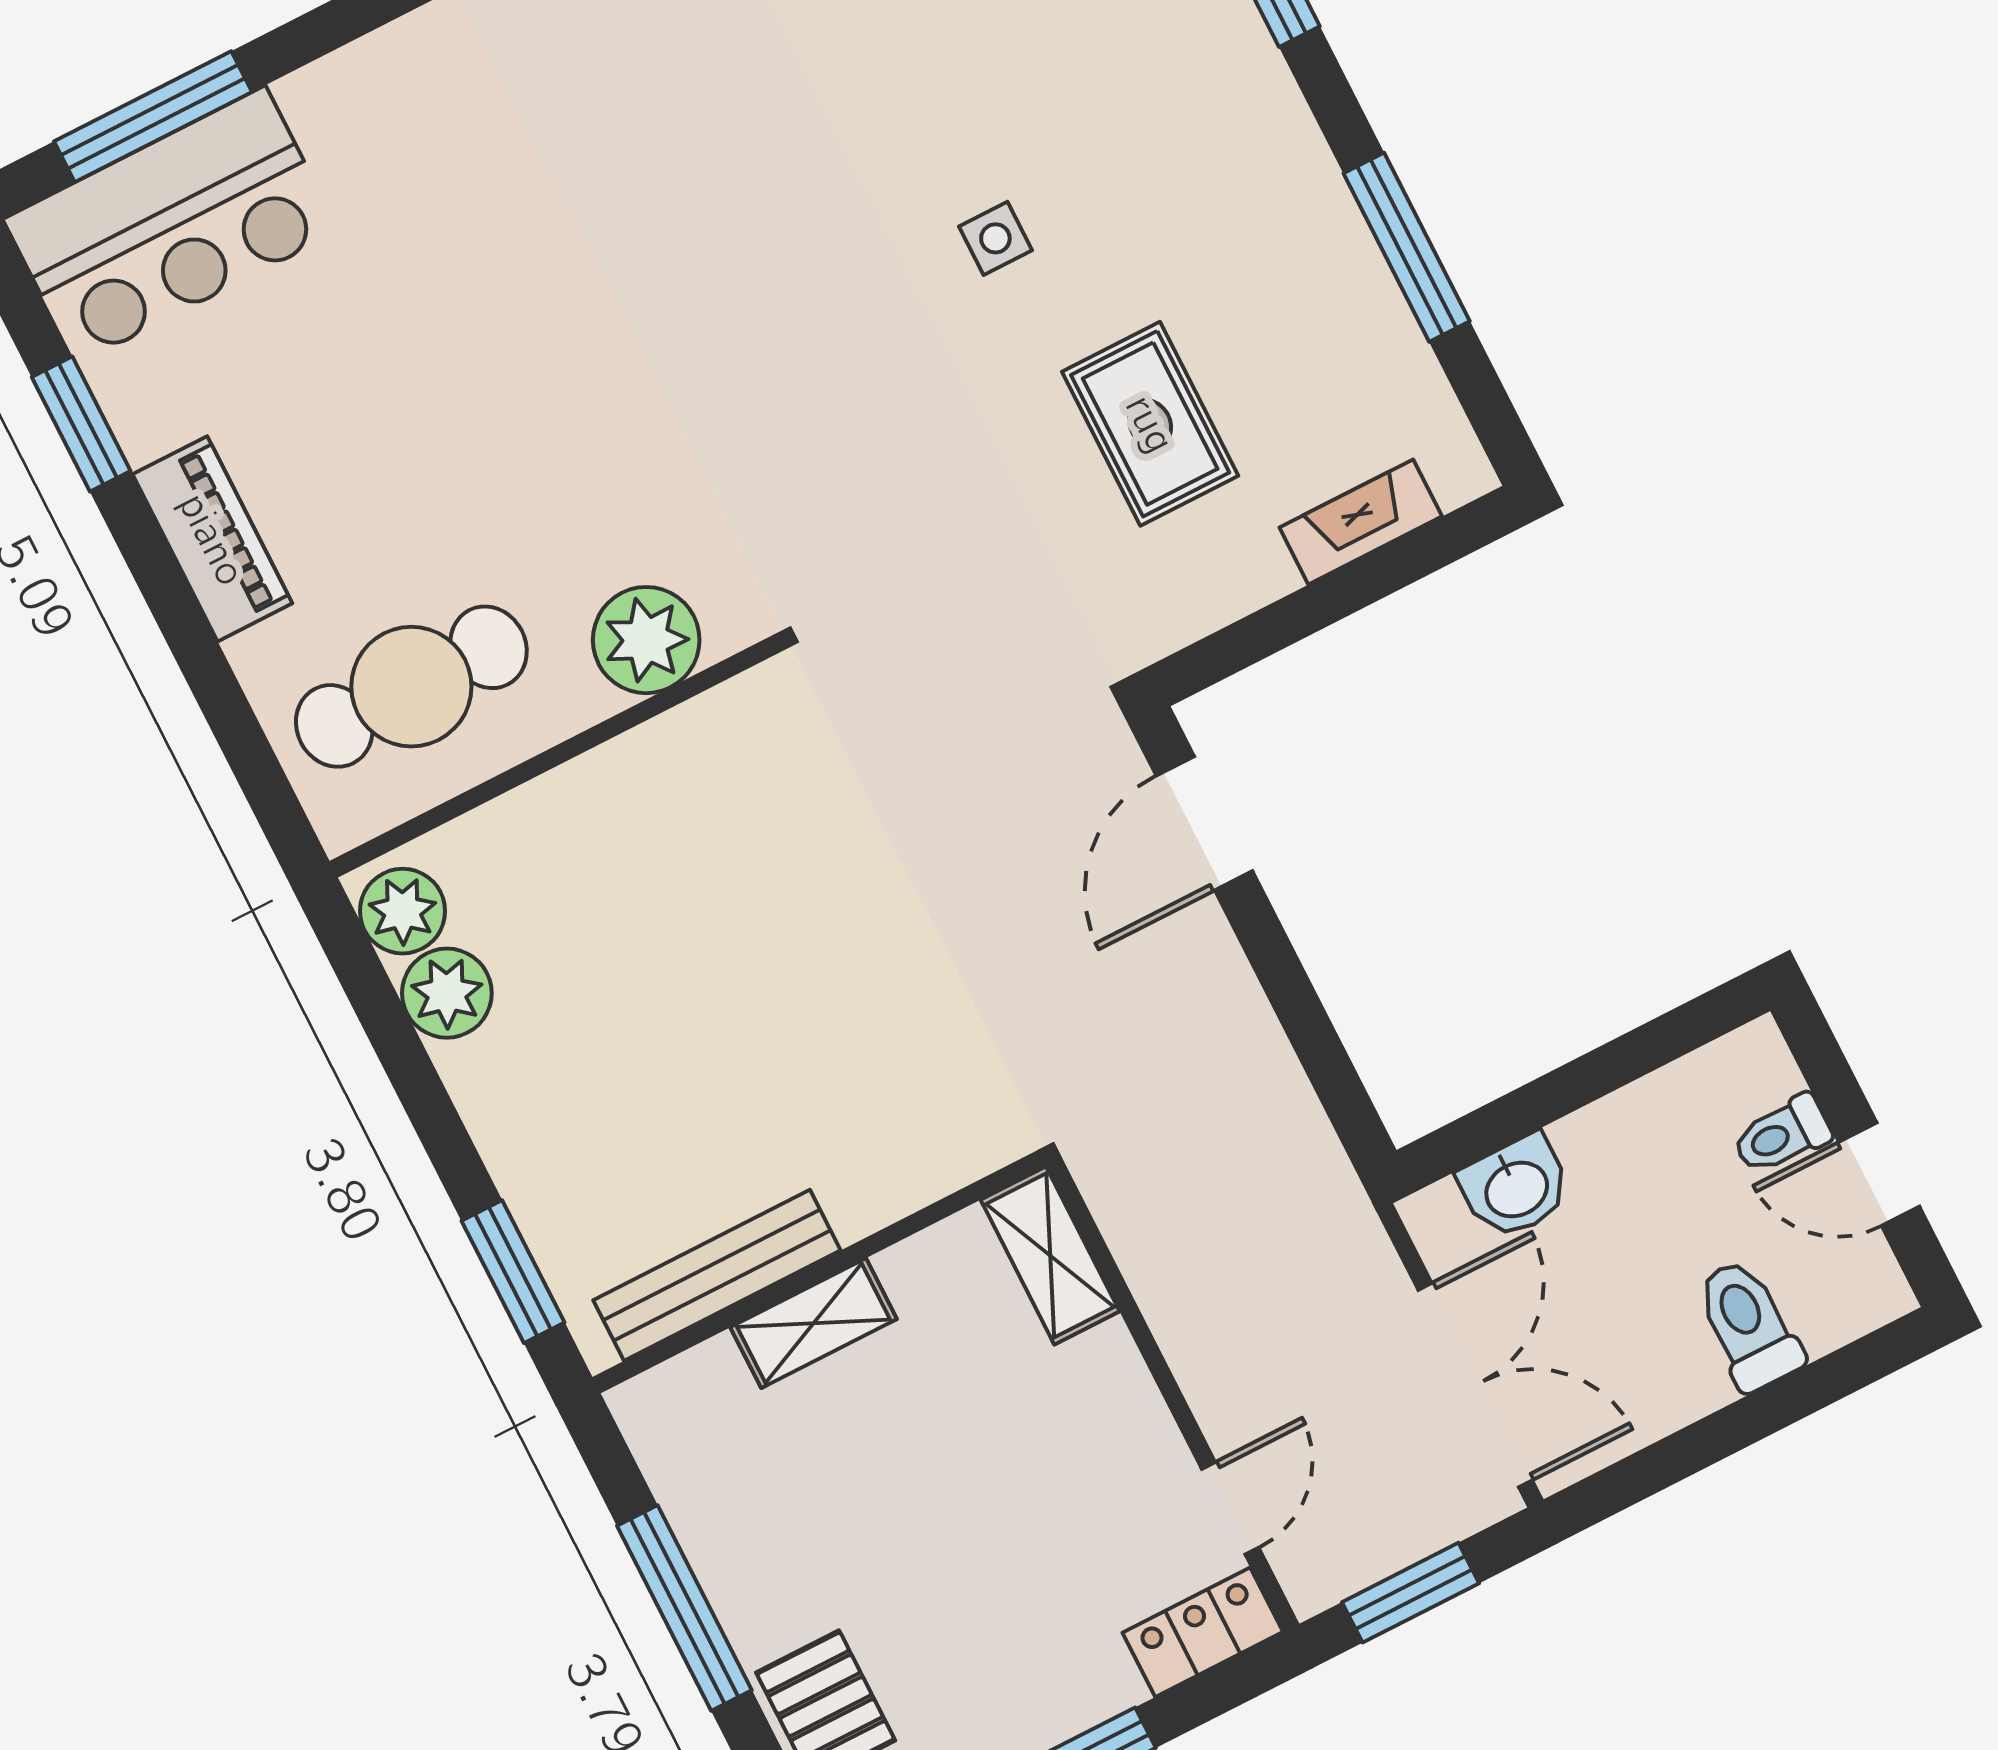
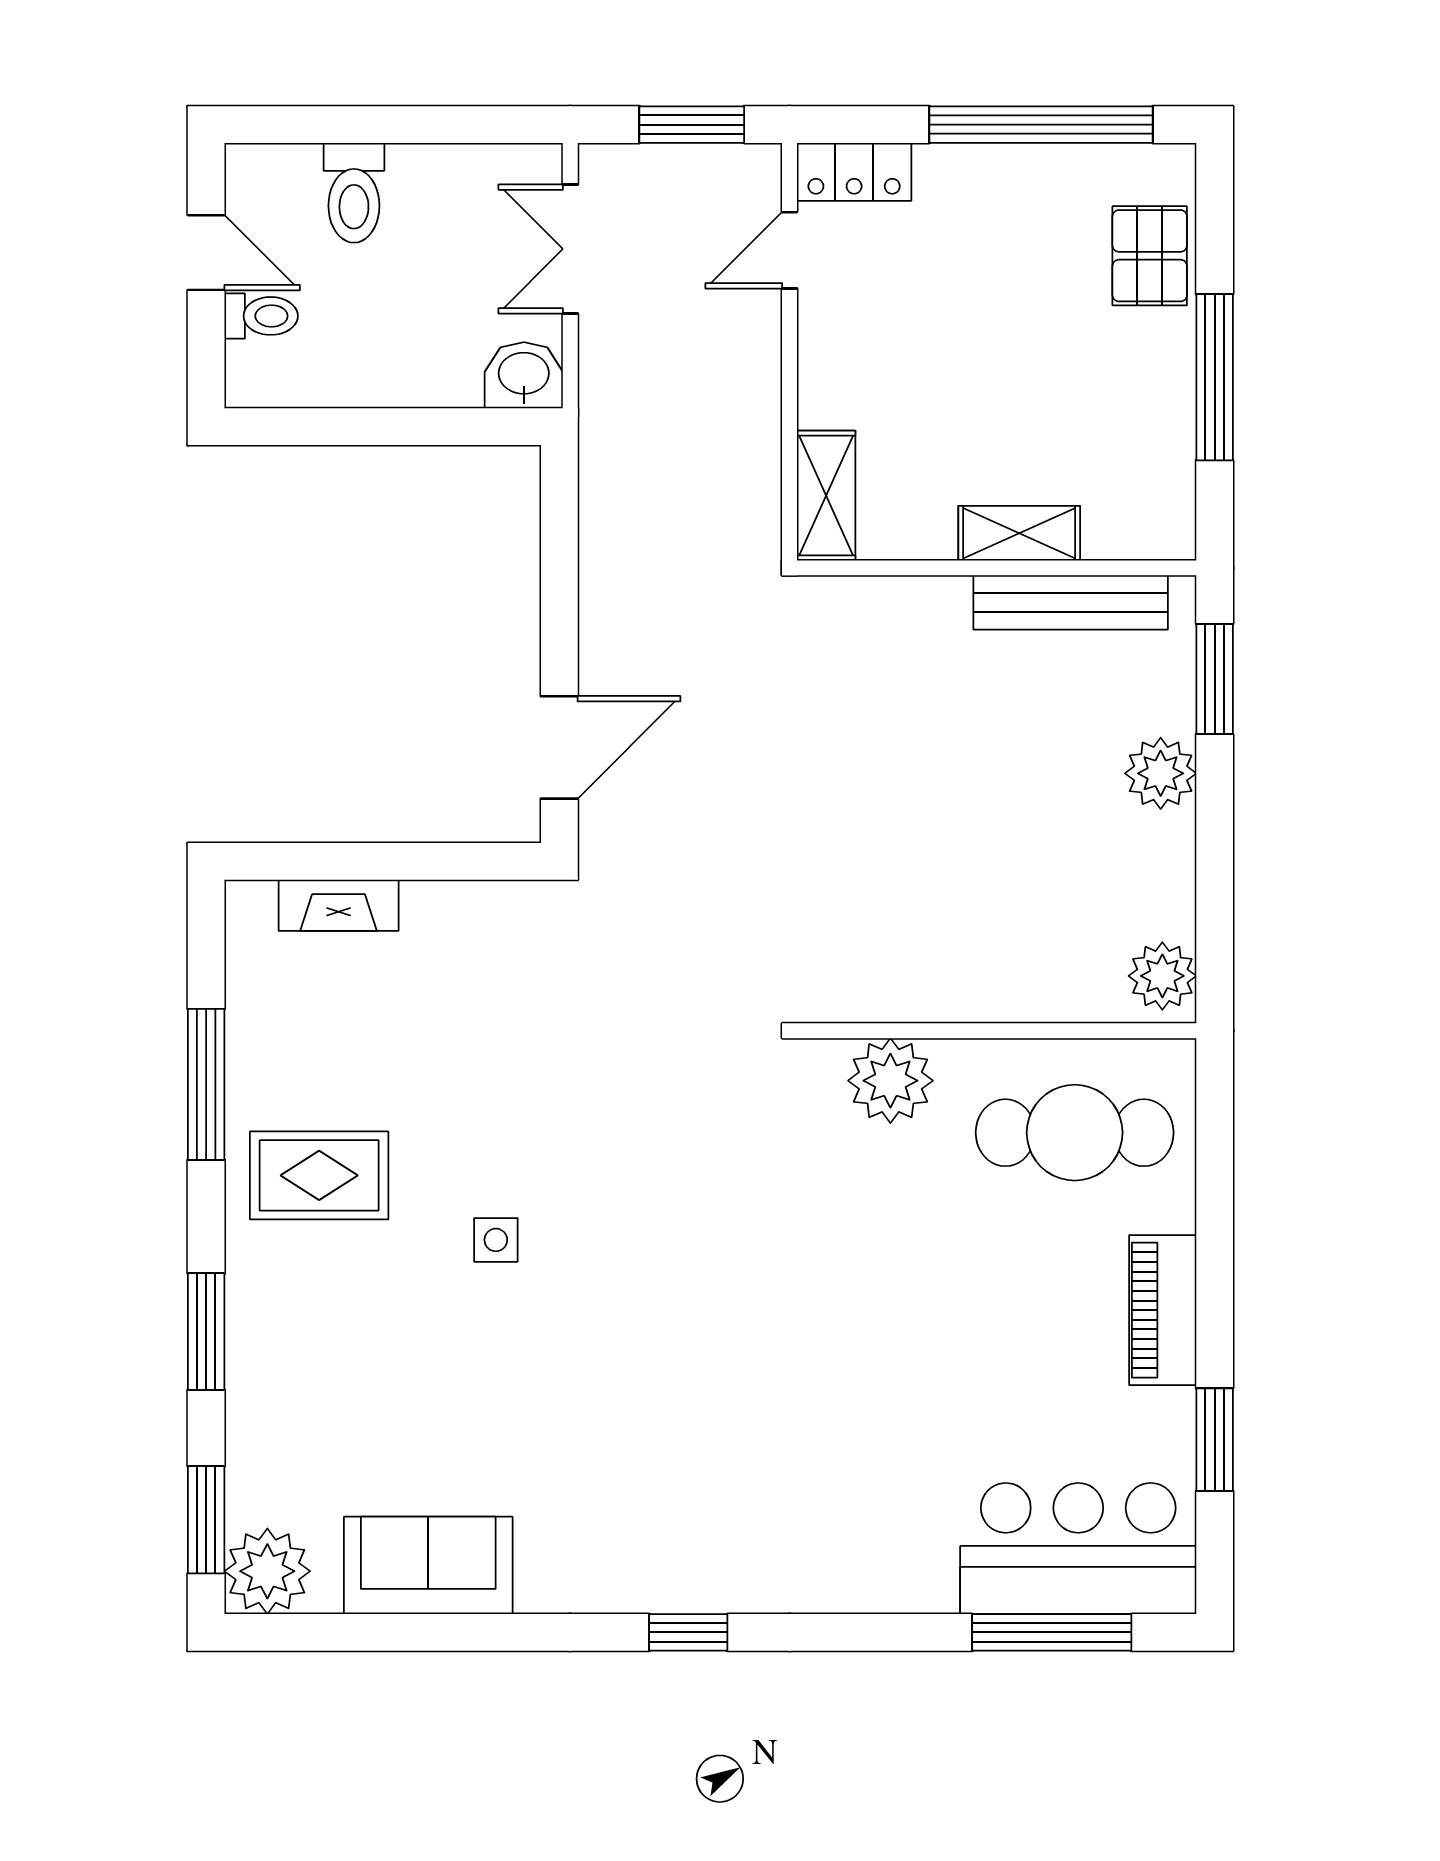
rug: (1150, 424) -> (319, 1175), moved, turned 90
plant: (447, 993) -> (1161, 773), moved
washbasin: (1516, 1187) -> (524, 375), moved
double door: (1475, 1385) -> (570, 249), width x0.73

